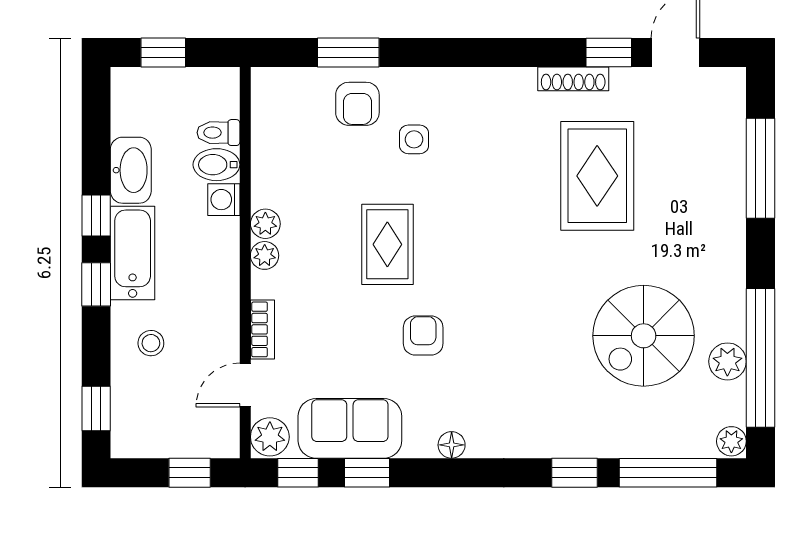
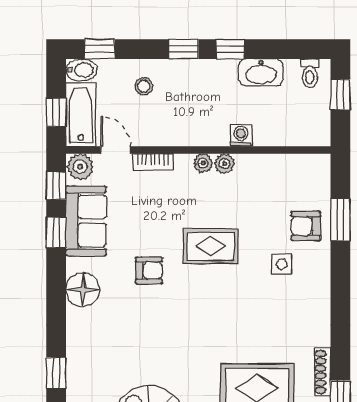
toilet: (218, 133) -> (310, 73), moved, turned 180
bidet: (216, 165) -> (82, 70), moved, turned 90
bathtub: (133, 253) -> (81, 115), moved, turned -90
floor lamp: (452, 445) -> (83, 290), width x1.89, depth x1.89

